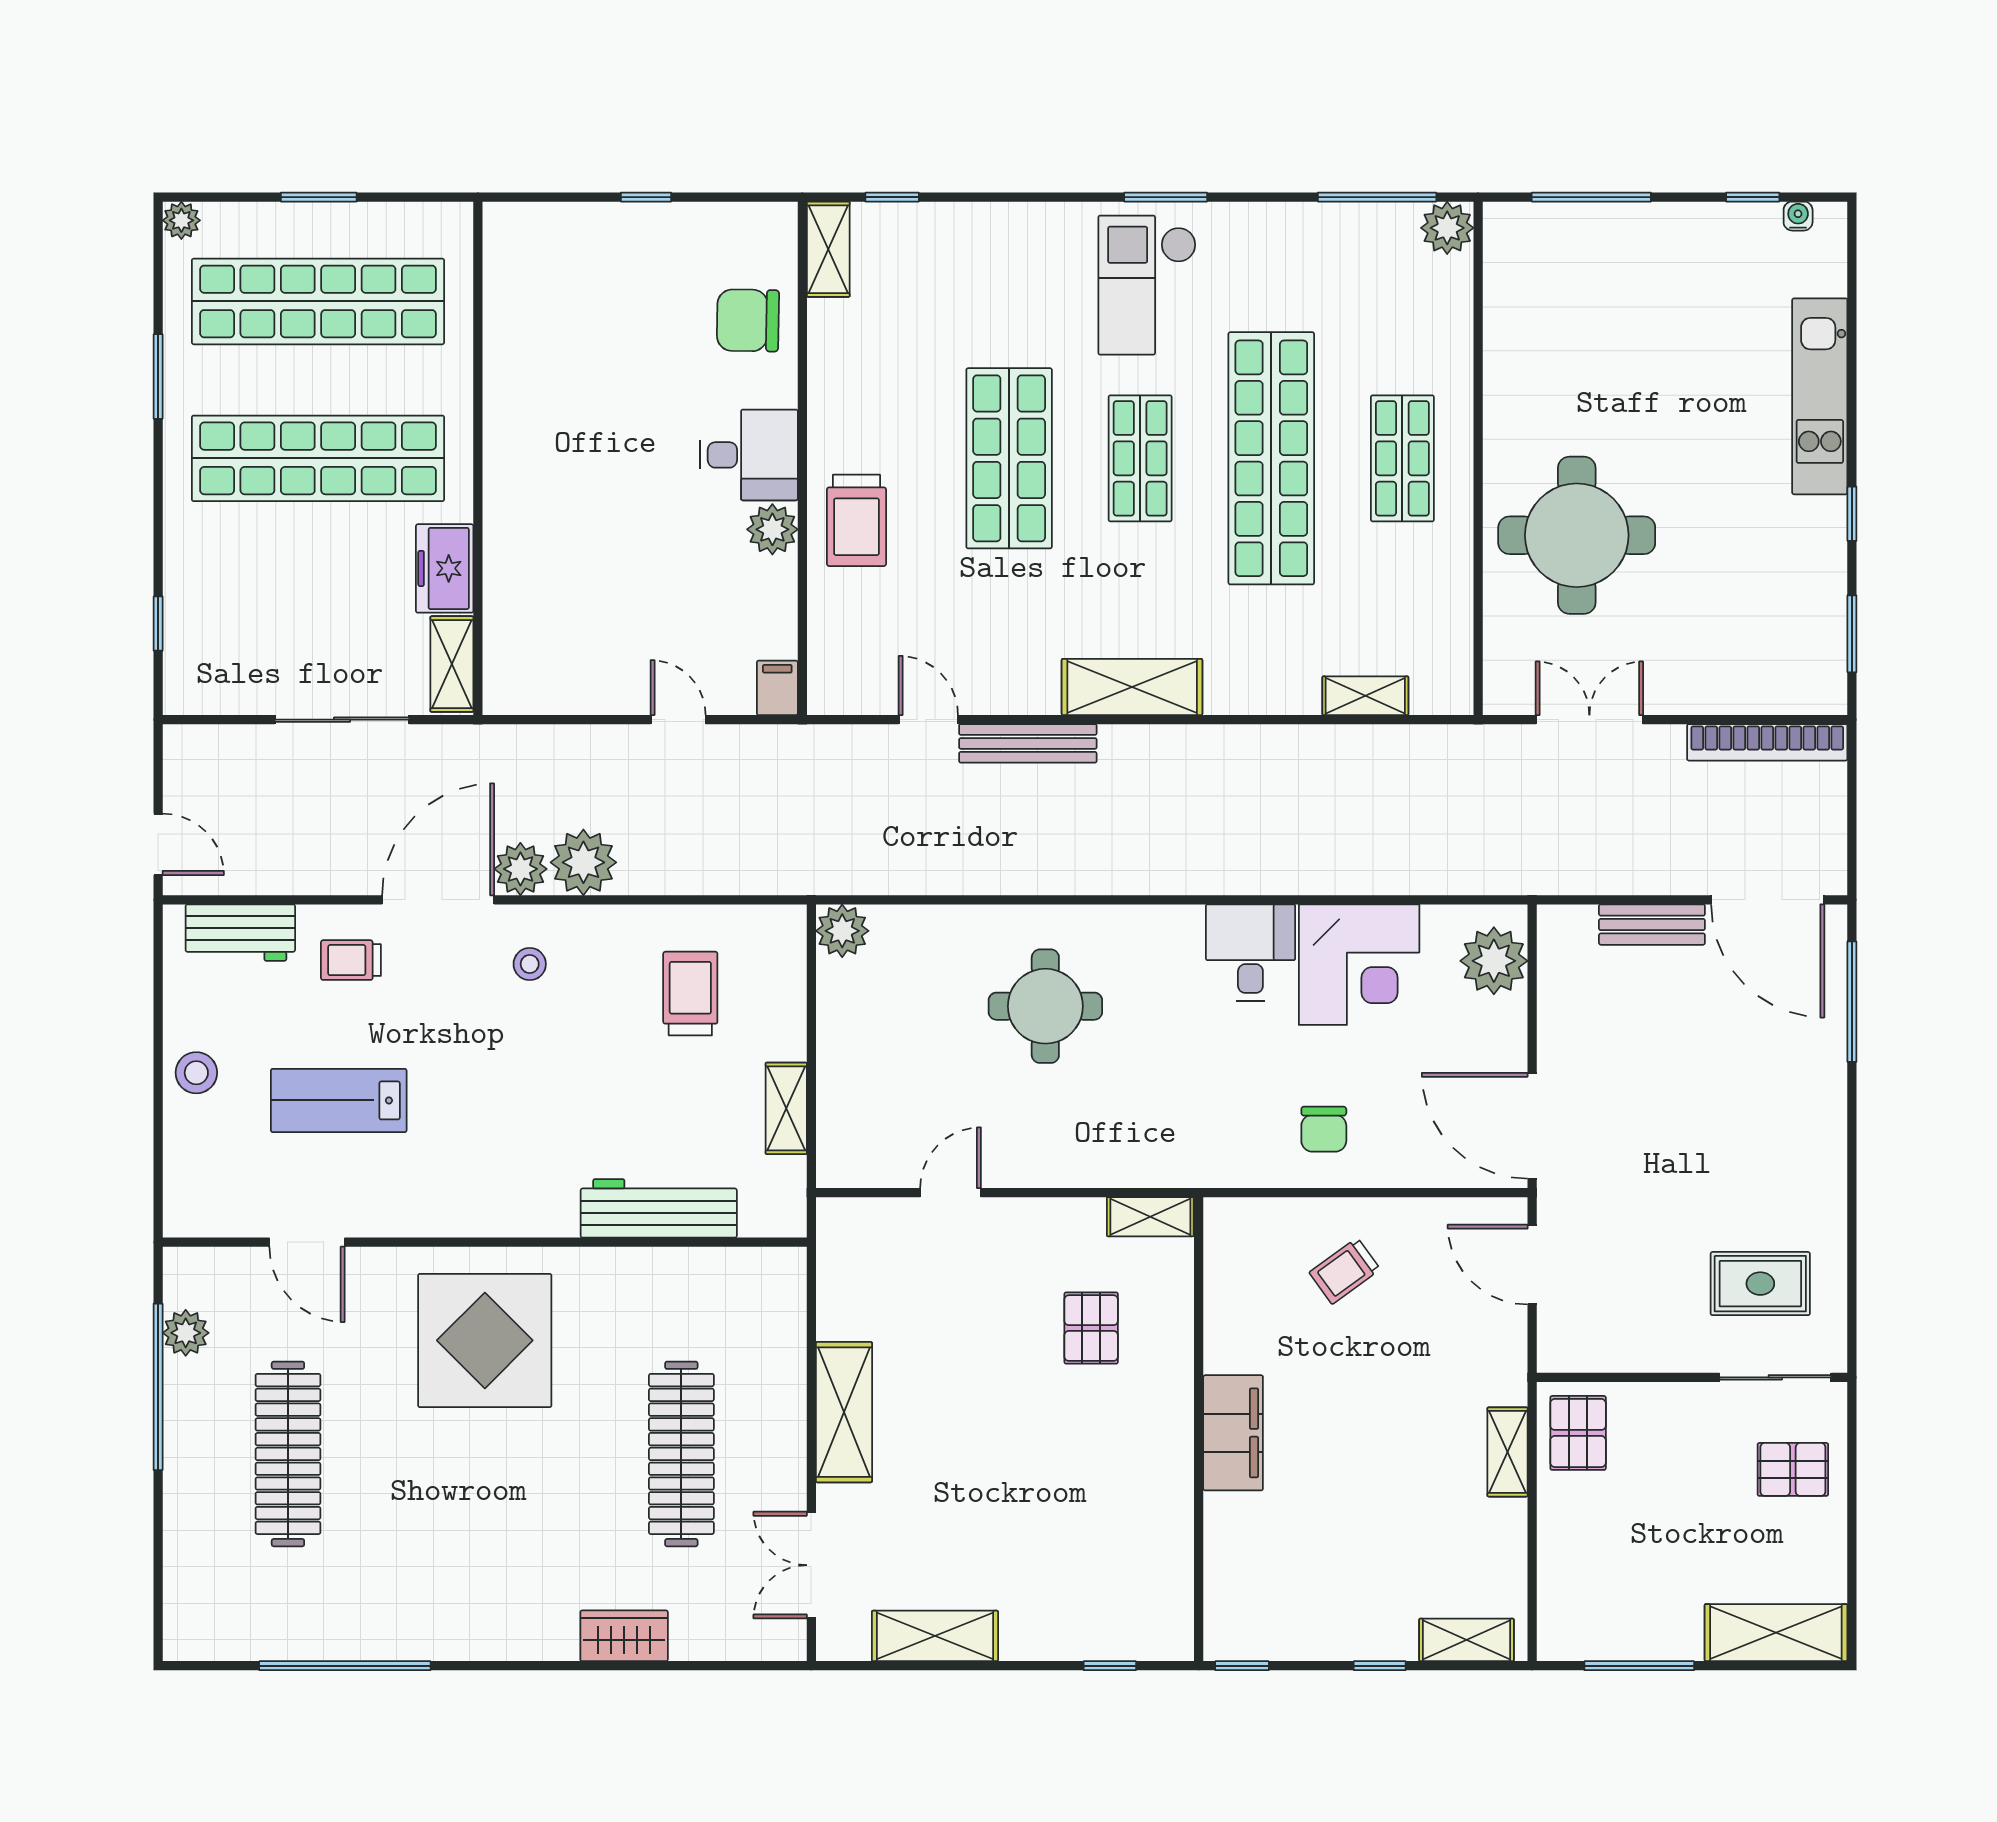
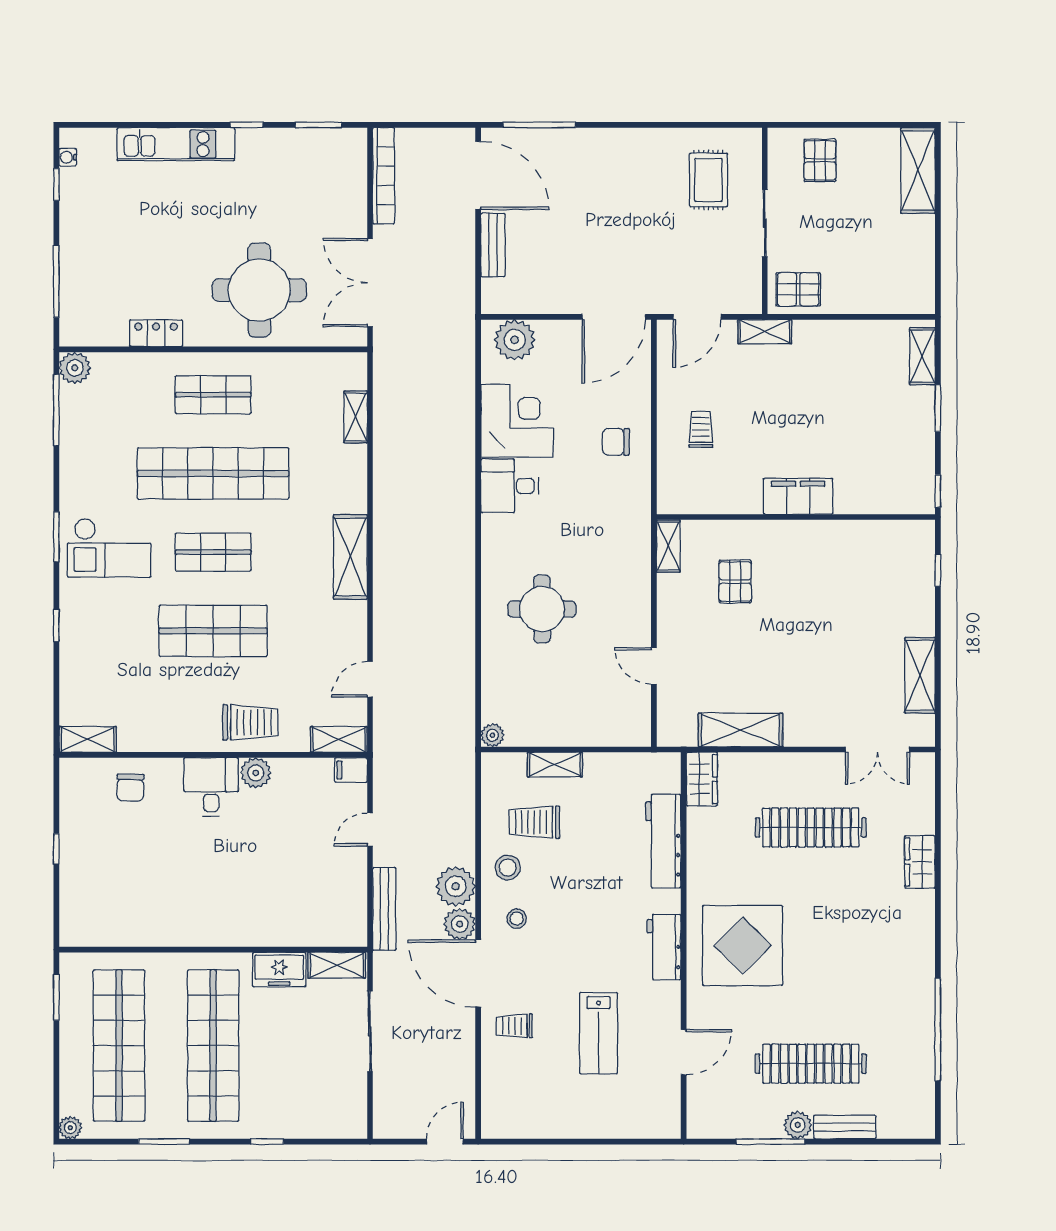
window: (319, 197) -> (56, 997), moved
window: (892, 197) -> (56, 625), moved
chair: (748, 320) -> (130, 788), width x0.73, depth x0.73
locker: (1505, 363) -> (156, 333), added
window: (158, 624) -> (267, 1142), moved
shelving: (828, 668) -> (339, 739), added
double door: (1589, 720) -> (370, 282), width x1.37
bench: (1028, 743) -> (384, 909), moved
door: (1768, 900) -> (478, 175), hinge flipped
plant: (842, 931) -> (492, 735), width x0.73, depth x0.73
workbench: (240, 933) -> (664, 947), moved, turned 180
trolley: (351, 960) -> (514, 1026), turned 90
stool: (196, 1073) -> (508, 867), moved
shelving: (786, 1108) -> (555, 765), moved
chair: (1324, 1129) -> (616, 442), turned 180
trolley: (1345, 1271) -> (701, 429), turned -144
wardrobe: (762, 1273) -> (702, 779), added
pallet: (1091, 1328) -> (735, 582), turned 90
plant: (186, 1333) -> (798, 1125), moved
sliding door: (1775, 1377) -> (765, 223), moved
window: (158, 1387) -> (770, 1142), width x0.68
shelving: (844, 1412) -> (740, 730), moved
shelving: (1508, 1452) -> (765, 332), moved
bench: (182, 1511) -> (845, 1127), added
window: (1380, 1666) -> (938, 408), width x1.50
window: (1639, 1666) -> (938, 253), removed

